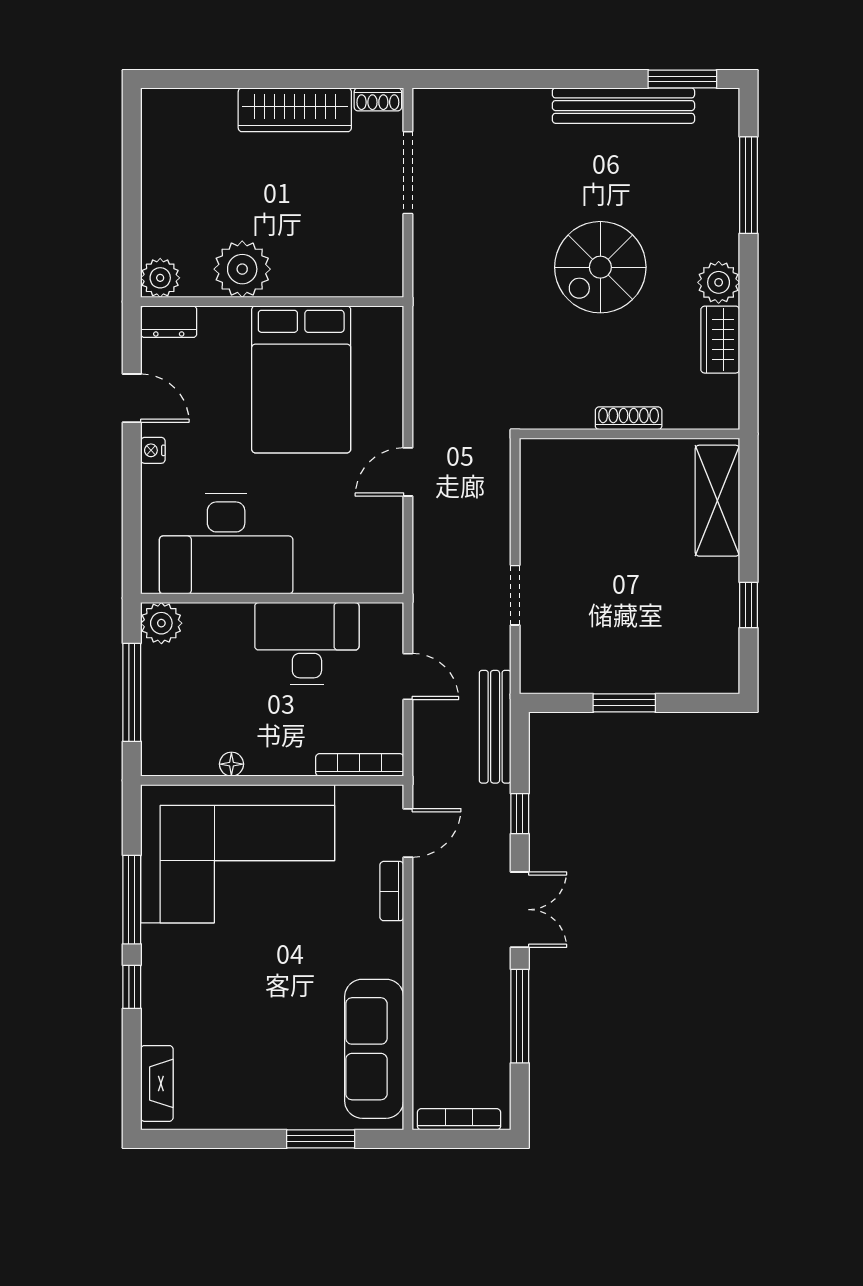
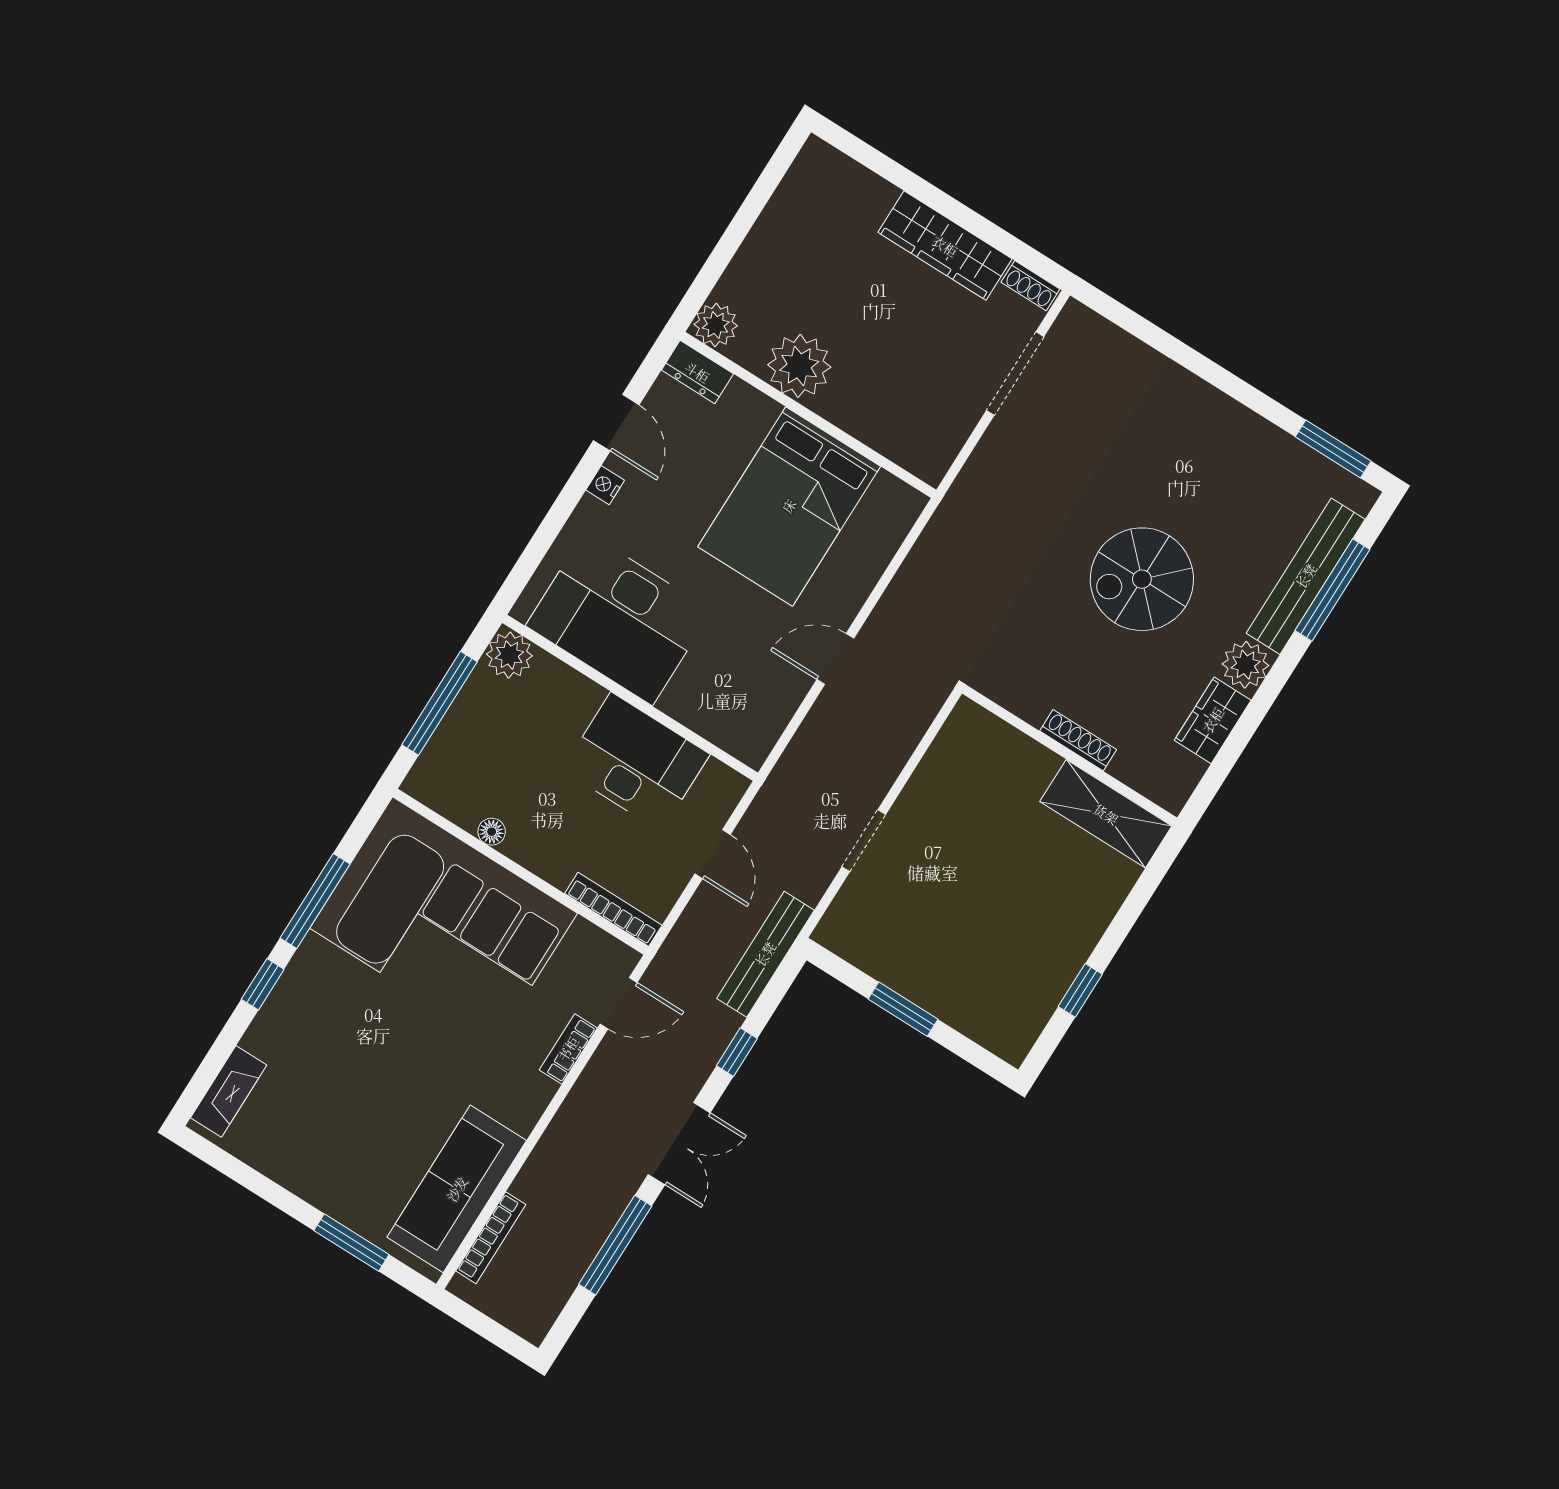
bench: (623, 106) -> (1306, 576), moved, turned 90
shelving: (717, 501) -> (1106, 814), moved, turned 90
bookcase: (459, 1119) -> (491, 1238), moved, turned 90

